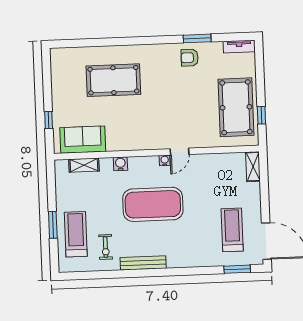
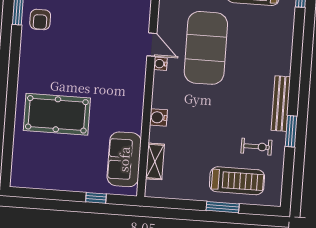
pool table: (113, 80) -> (57, 114), turned 90
exercise mat: (153, 204) -> (206, 48), moved
treadmill: (76, 234) -> (237, 181), turned 180
window: (121, 274) -> (291, 131), added

